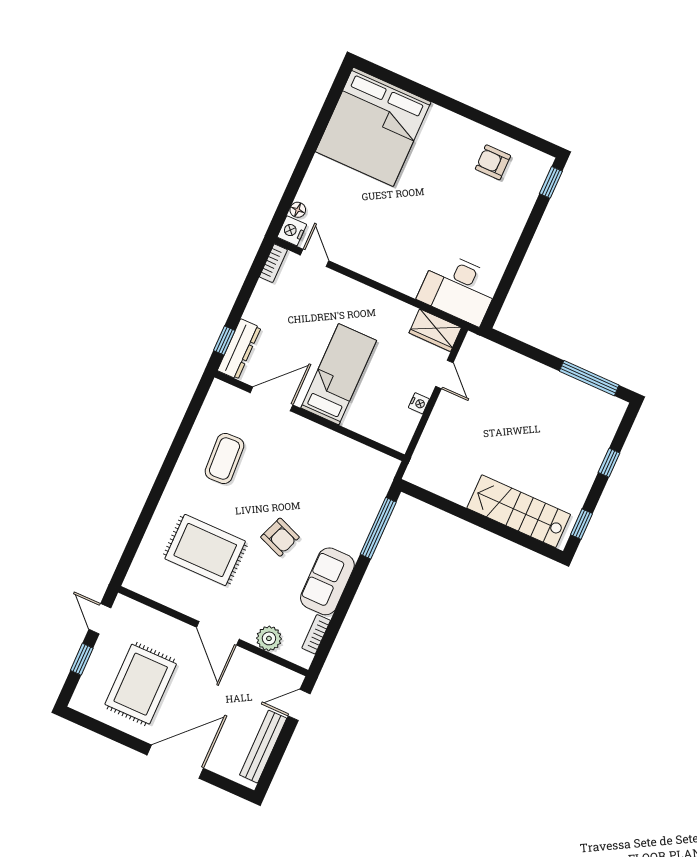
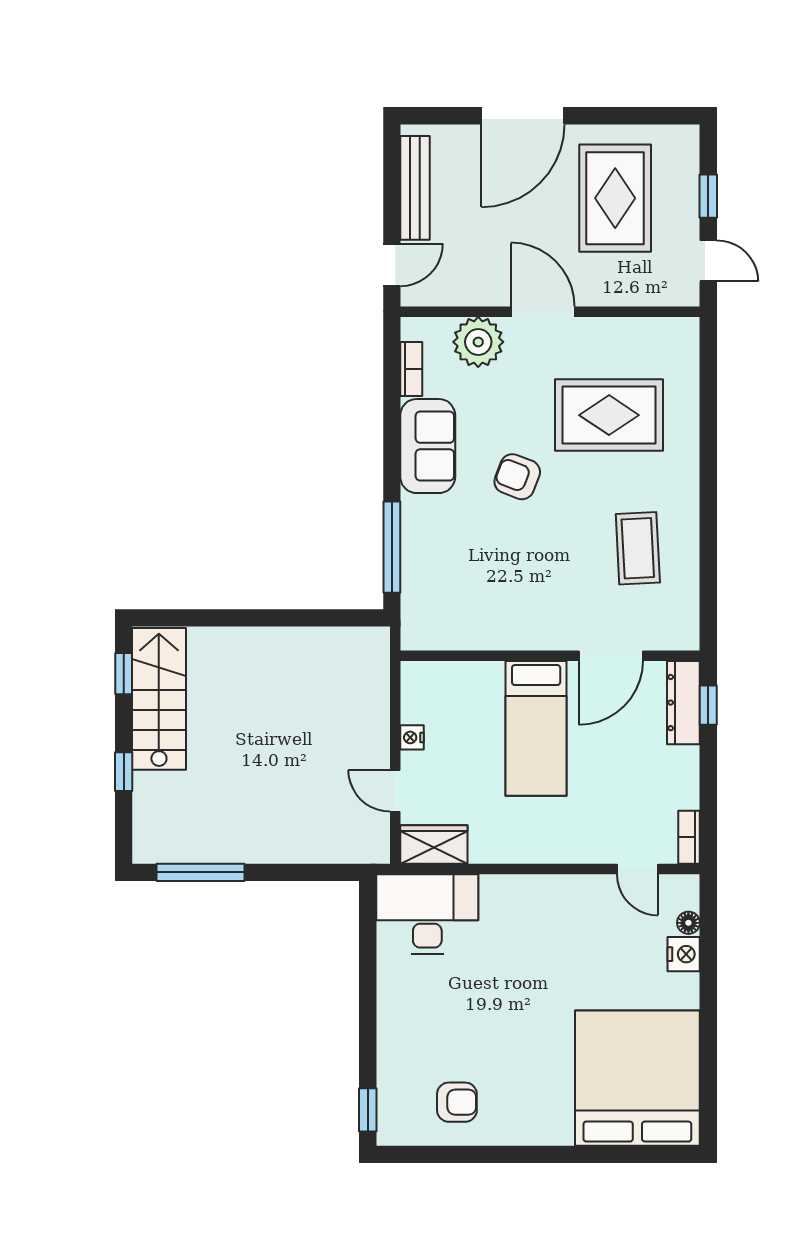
nightstand: (292, 231) -> (684, 954), moved
stairs: (519, 511) -> (159, 699), moved, turned -90
plant: (269, 638) -> (478, 342), width x1.36, depth x1.36

